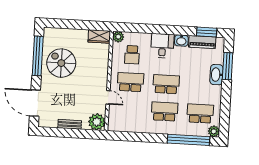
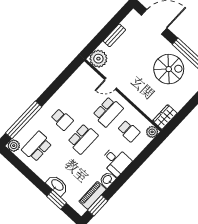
school desk: (132, 55) -> (129, 131), turned 180
window: (228, 66) -> (57, 200), width x0.69
school desk: (165, 111) -> (62, 119), width x0.54
school desk: (200, 114) -> (37, 147), turned 180

